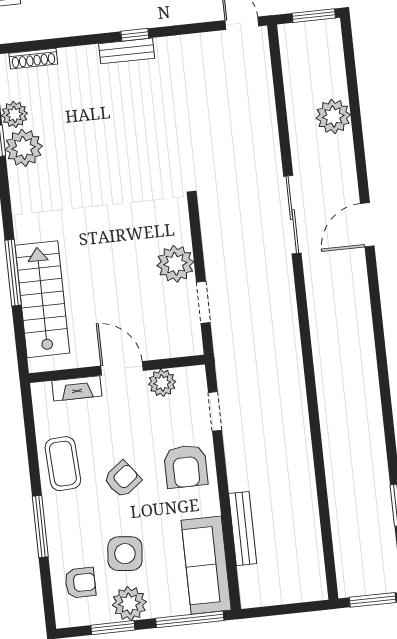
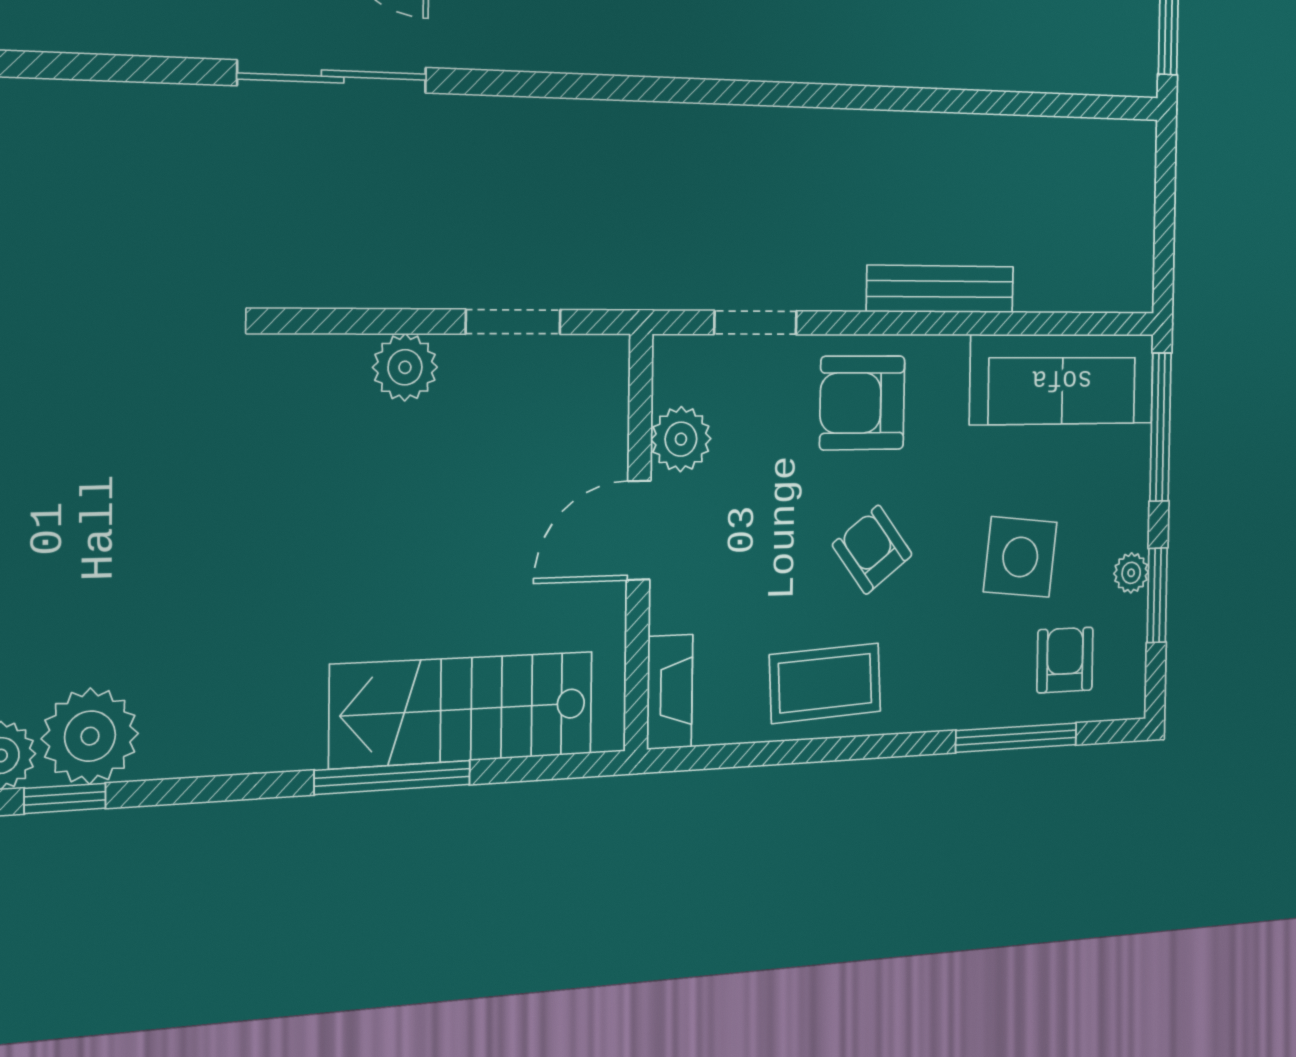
plant: (175, 264) -> (405, 367), width x0.73, depth x0.73
fireplace: (77, 388) -> (670, 692), moved
armchair: (186, 466) -> (862, 403), turned 180
window: (40, 527) -> (1016, 738), moved
bench: (243, 529) -> (940, 289), moved
plant: (129, 604) -> (1131, 573), width x0.53, depth x0.53

